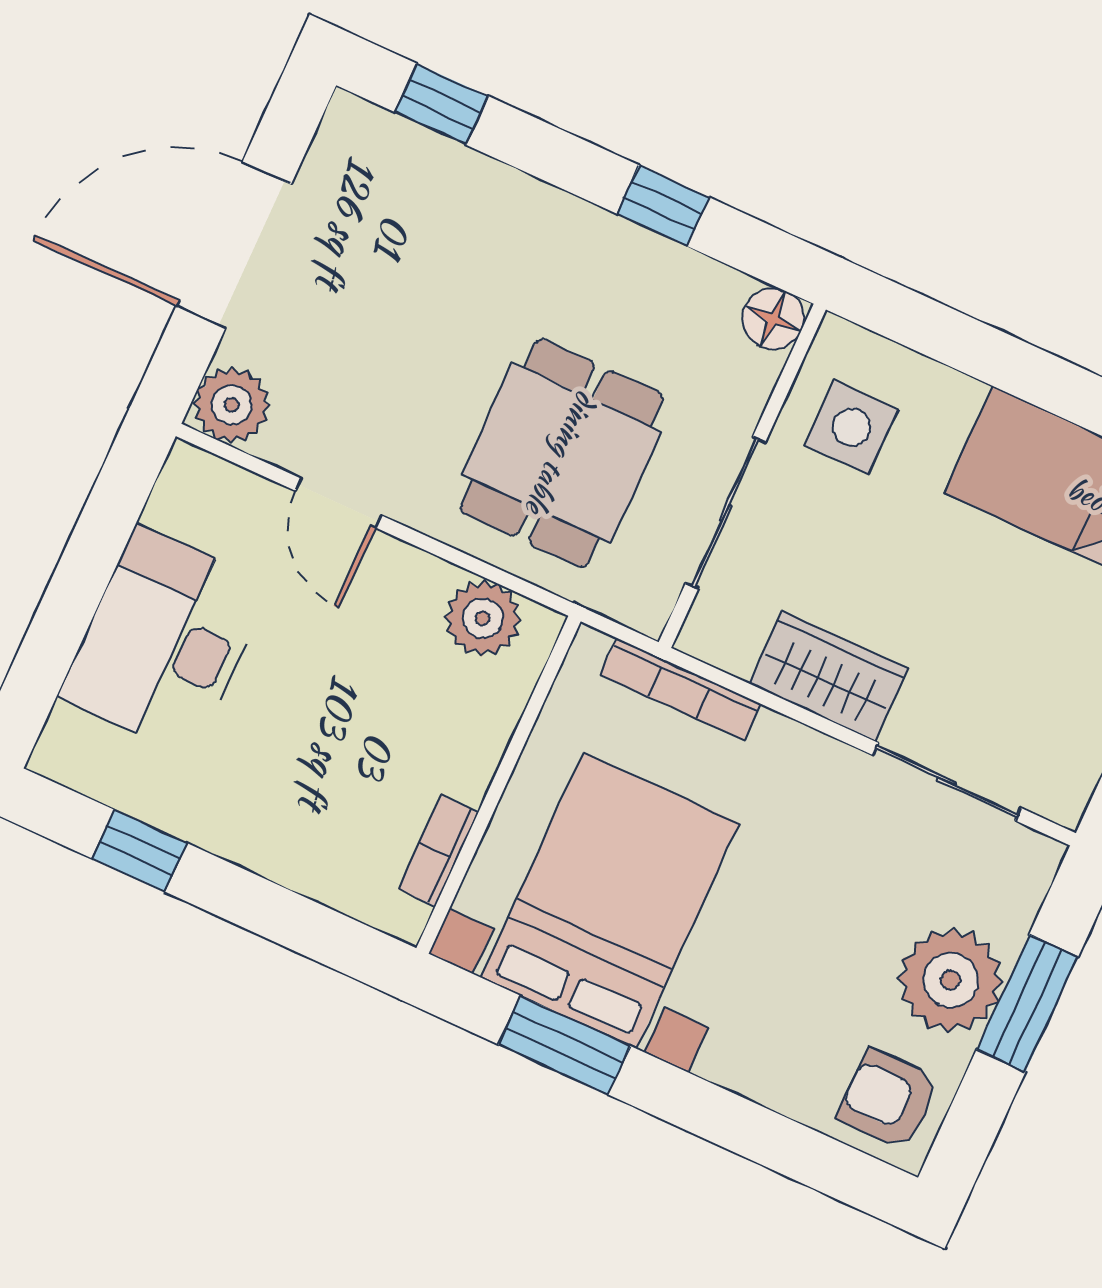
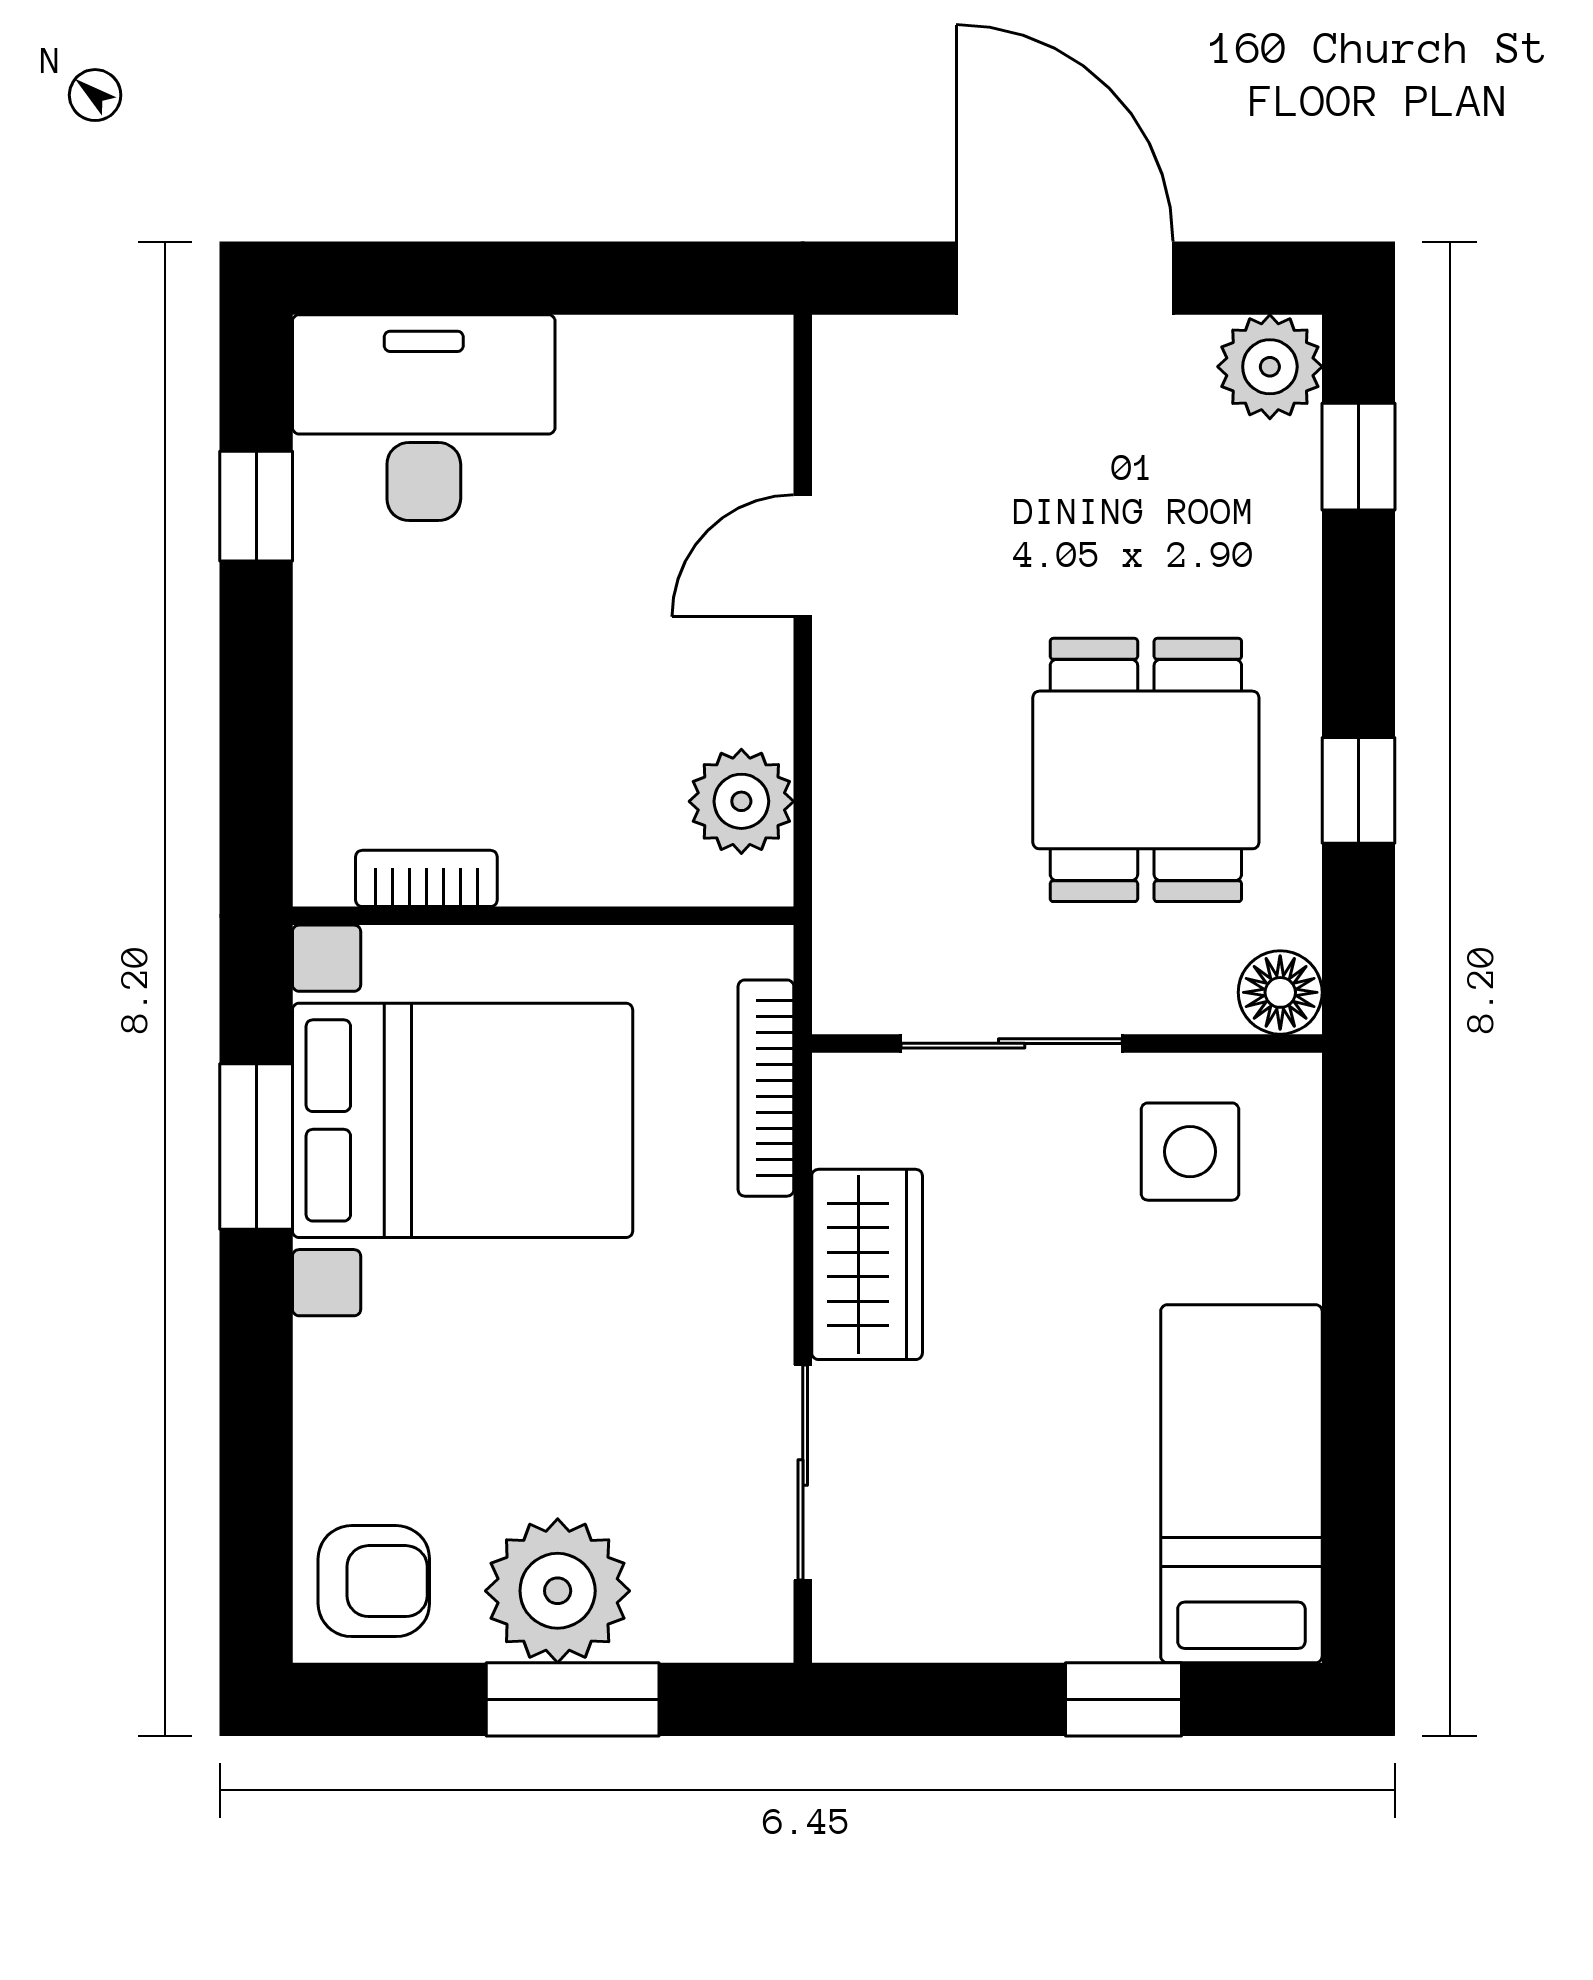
plant: (232, 405) -> (1270, 367), moved
dining table: (562, 453) -> (1146, 770), moved, turned 90
desk: (165, 641) -> (424, 418), moved
armchair: (889, 1099) -> (374, 1581), turned 90

